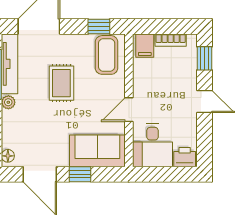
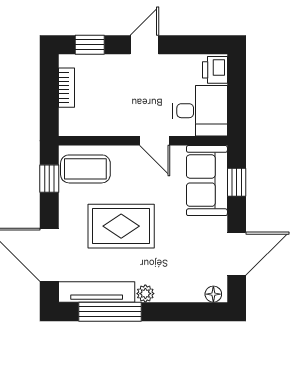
filing cabinet: (145, 46) -> (74, 120), removed
rug: (61, 83) -> (121, 226), width x1.36, depth x1.43
window: (80, 174) -> (237, 182), moved

